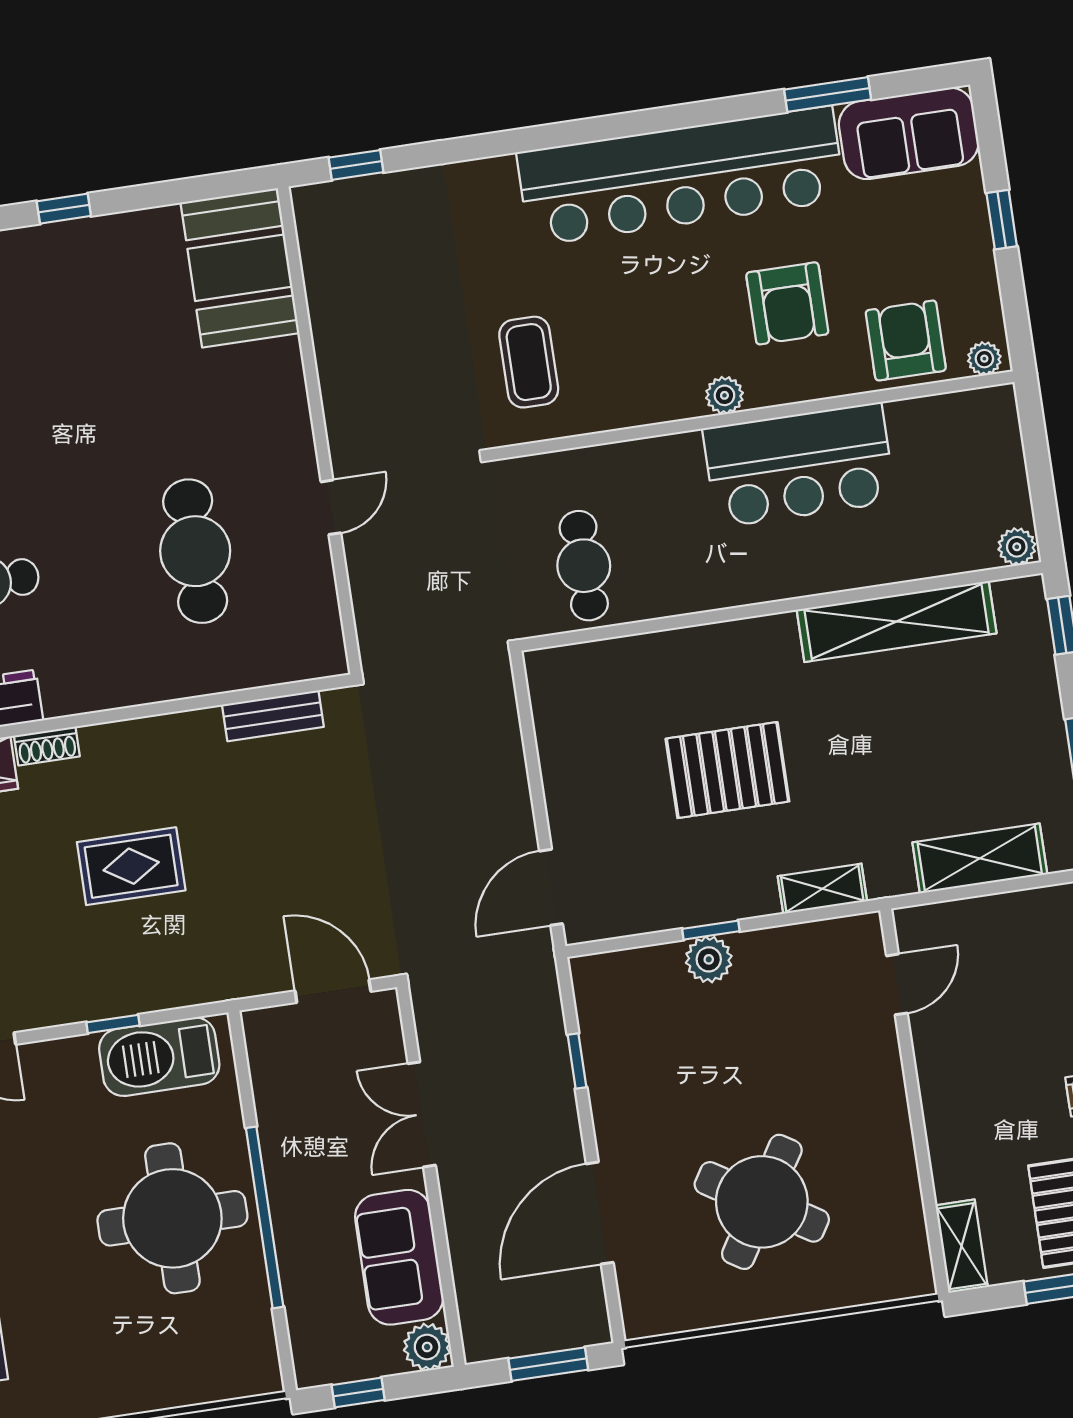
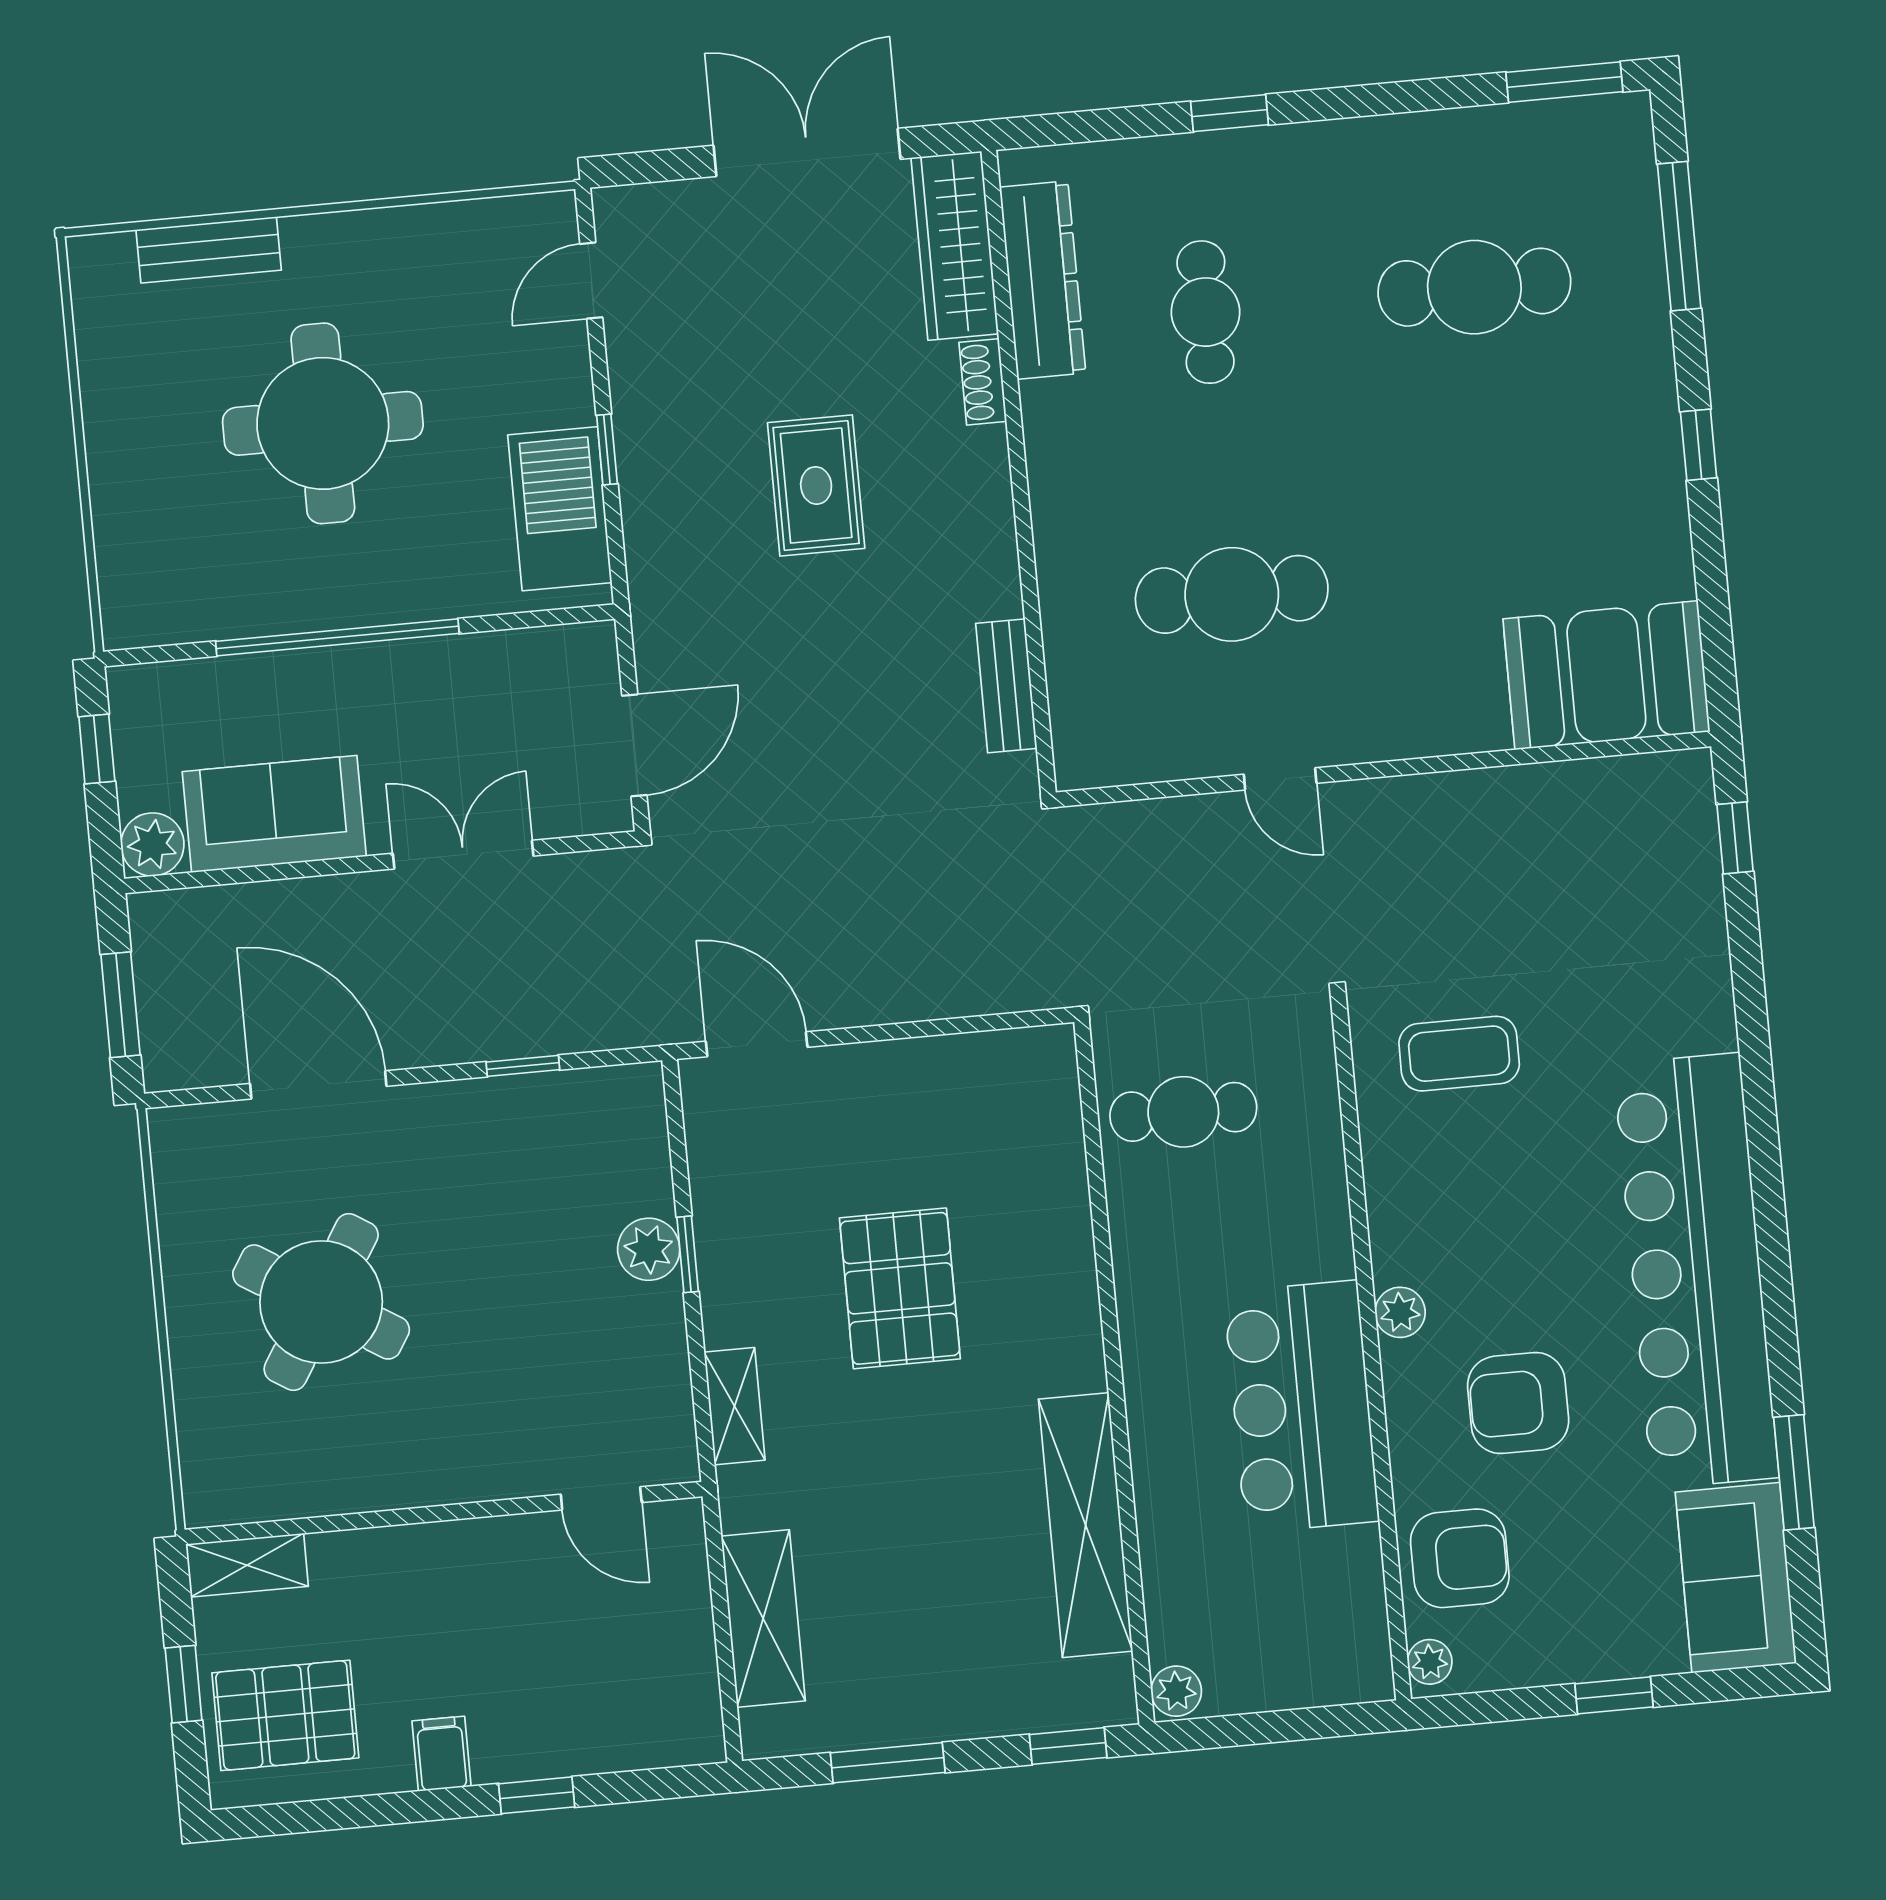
round table: (172, 1218) -> (323, 423), moved

